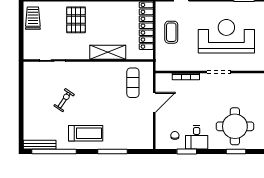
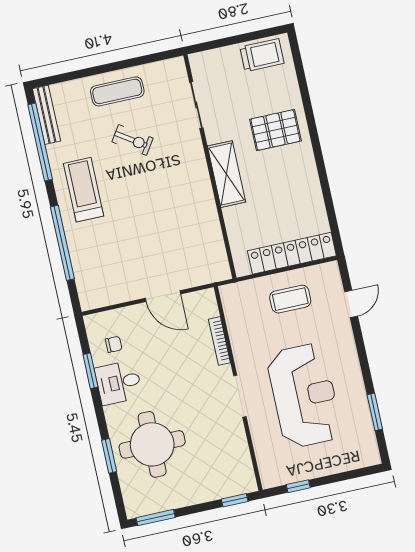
shelving: (108, 52) -> (227, 174), moved
exercise mat: (133, 83) -> (117, 91), moved
treadmill: (86, 133) -> (84, 190), turned 180
window: (112, 151) -> (62, 243), width x1.46

